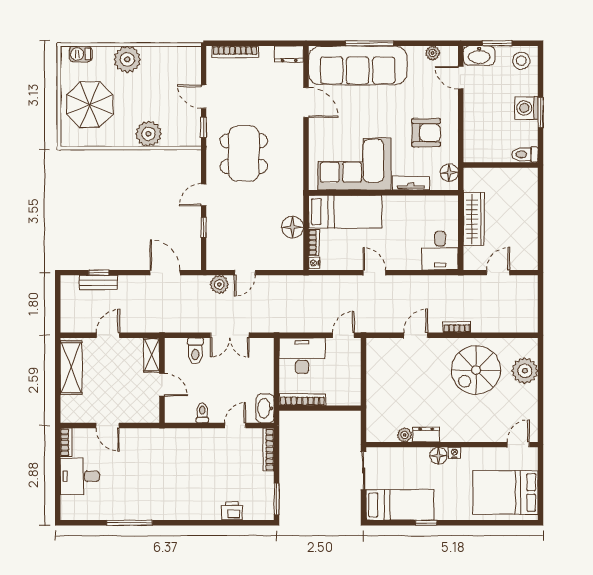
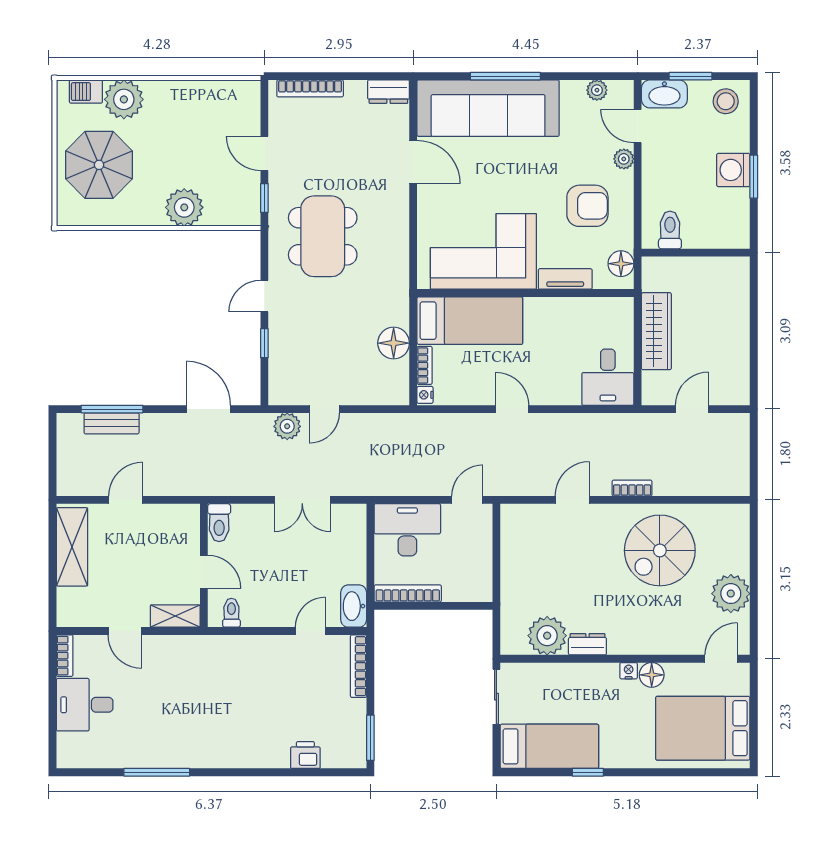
plant: (127, 59) -> (124, 99), moved
plant: (451, 100) -> (624, 159), added
toilet: (525, 154) -> (670, 230), moved, turned 90
window: (99, 273) -> (112, 409), width x2.17
toilet: (195, 351) -> (219, 523), moved
shelving: (152, 355) -> (175, 616), moved, turned 90
plant: (525, 371) -> (731, 594), moved
toilet: (202, 413) -> (231, 613), moved
plant: (405, 435) -> (547, 636), width x1.88, depth x1.88
floor lamp: (439, 456) -> (652, 675), moved

